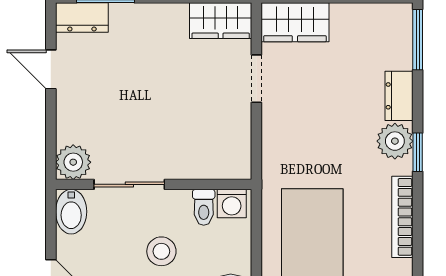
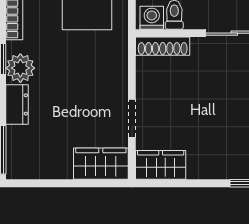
shoe rack: (218, 168) -> (163, 46), added

